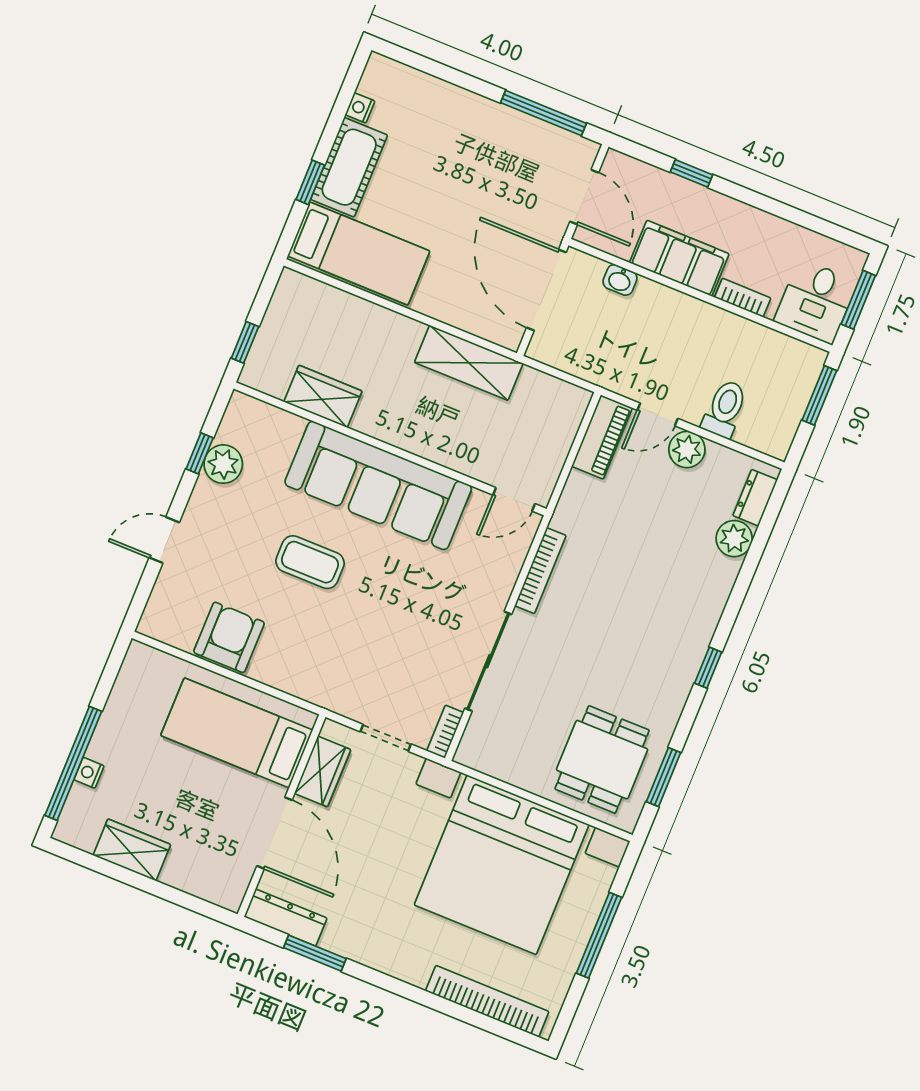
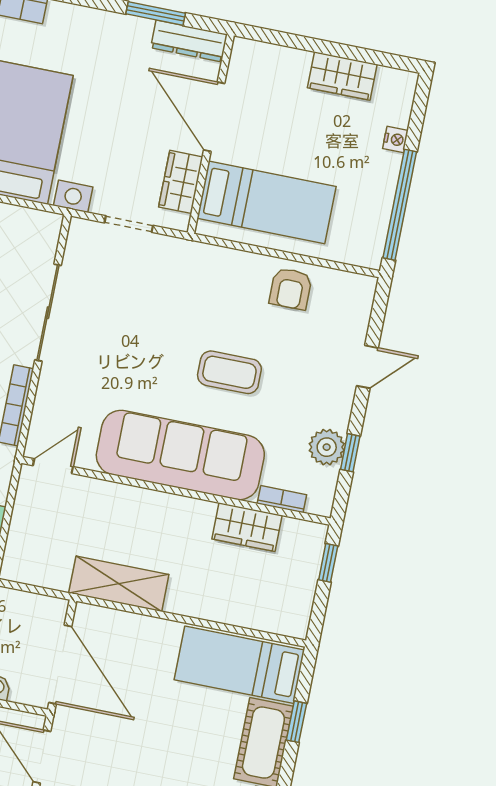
armchair: (229, 637) -> (291, 289), width x0.72, depth x0.72
bookcase: (445, 732) -> (282, 499), moved, turned -90
window: (73, 763) -> (400, 205), moved

